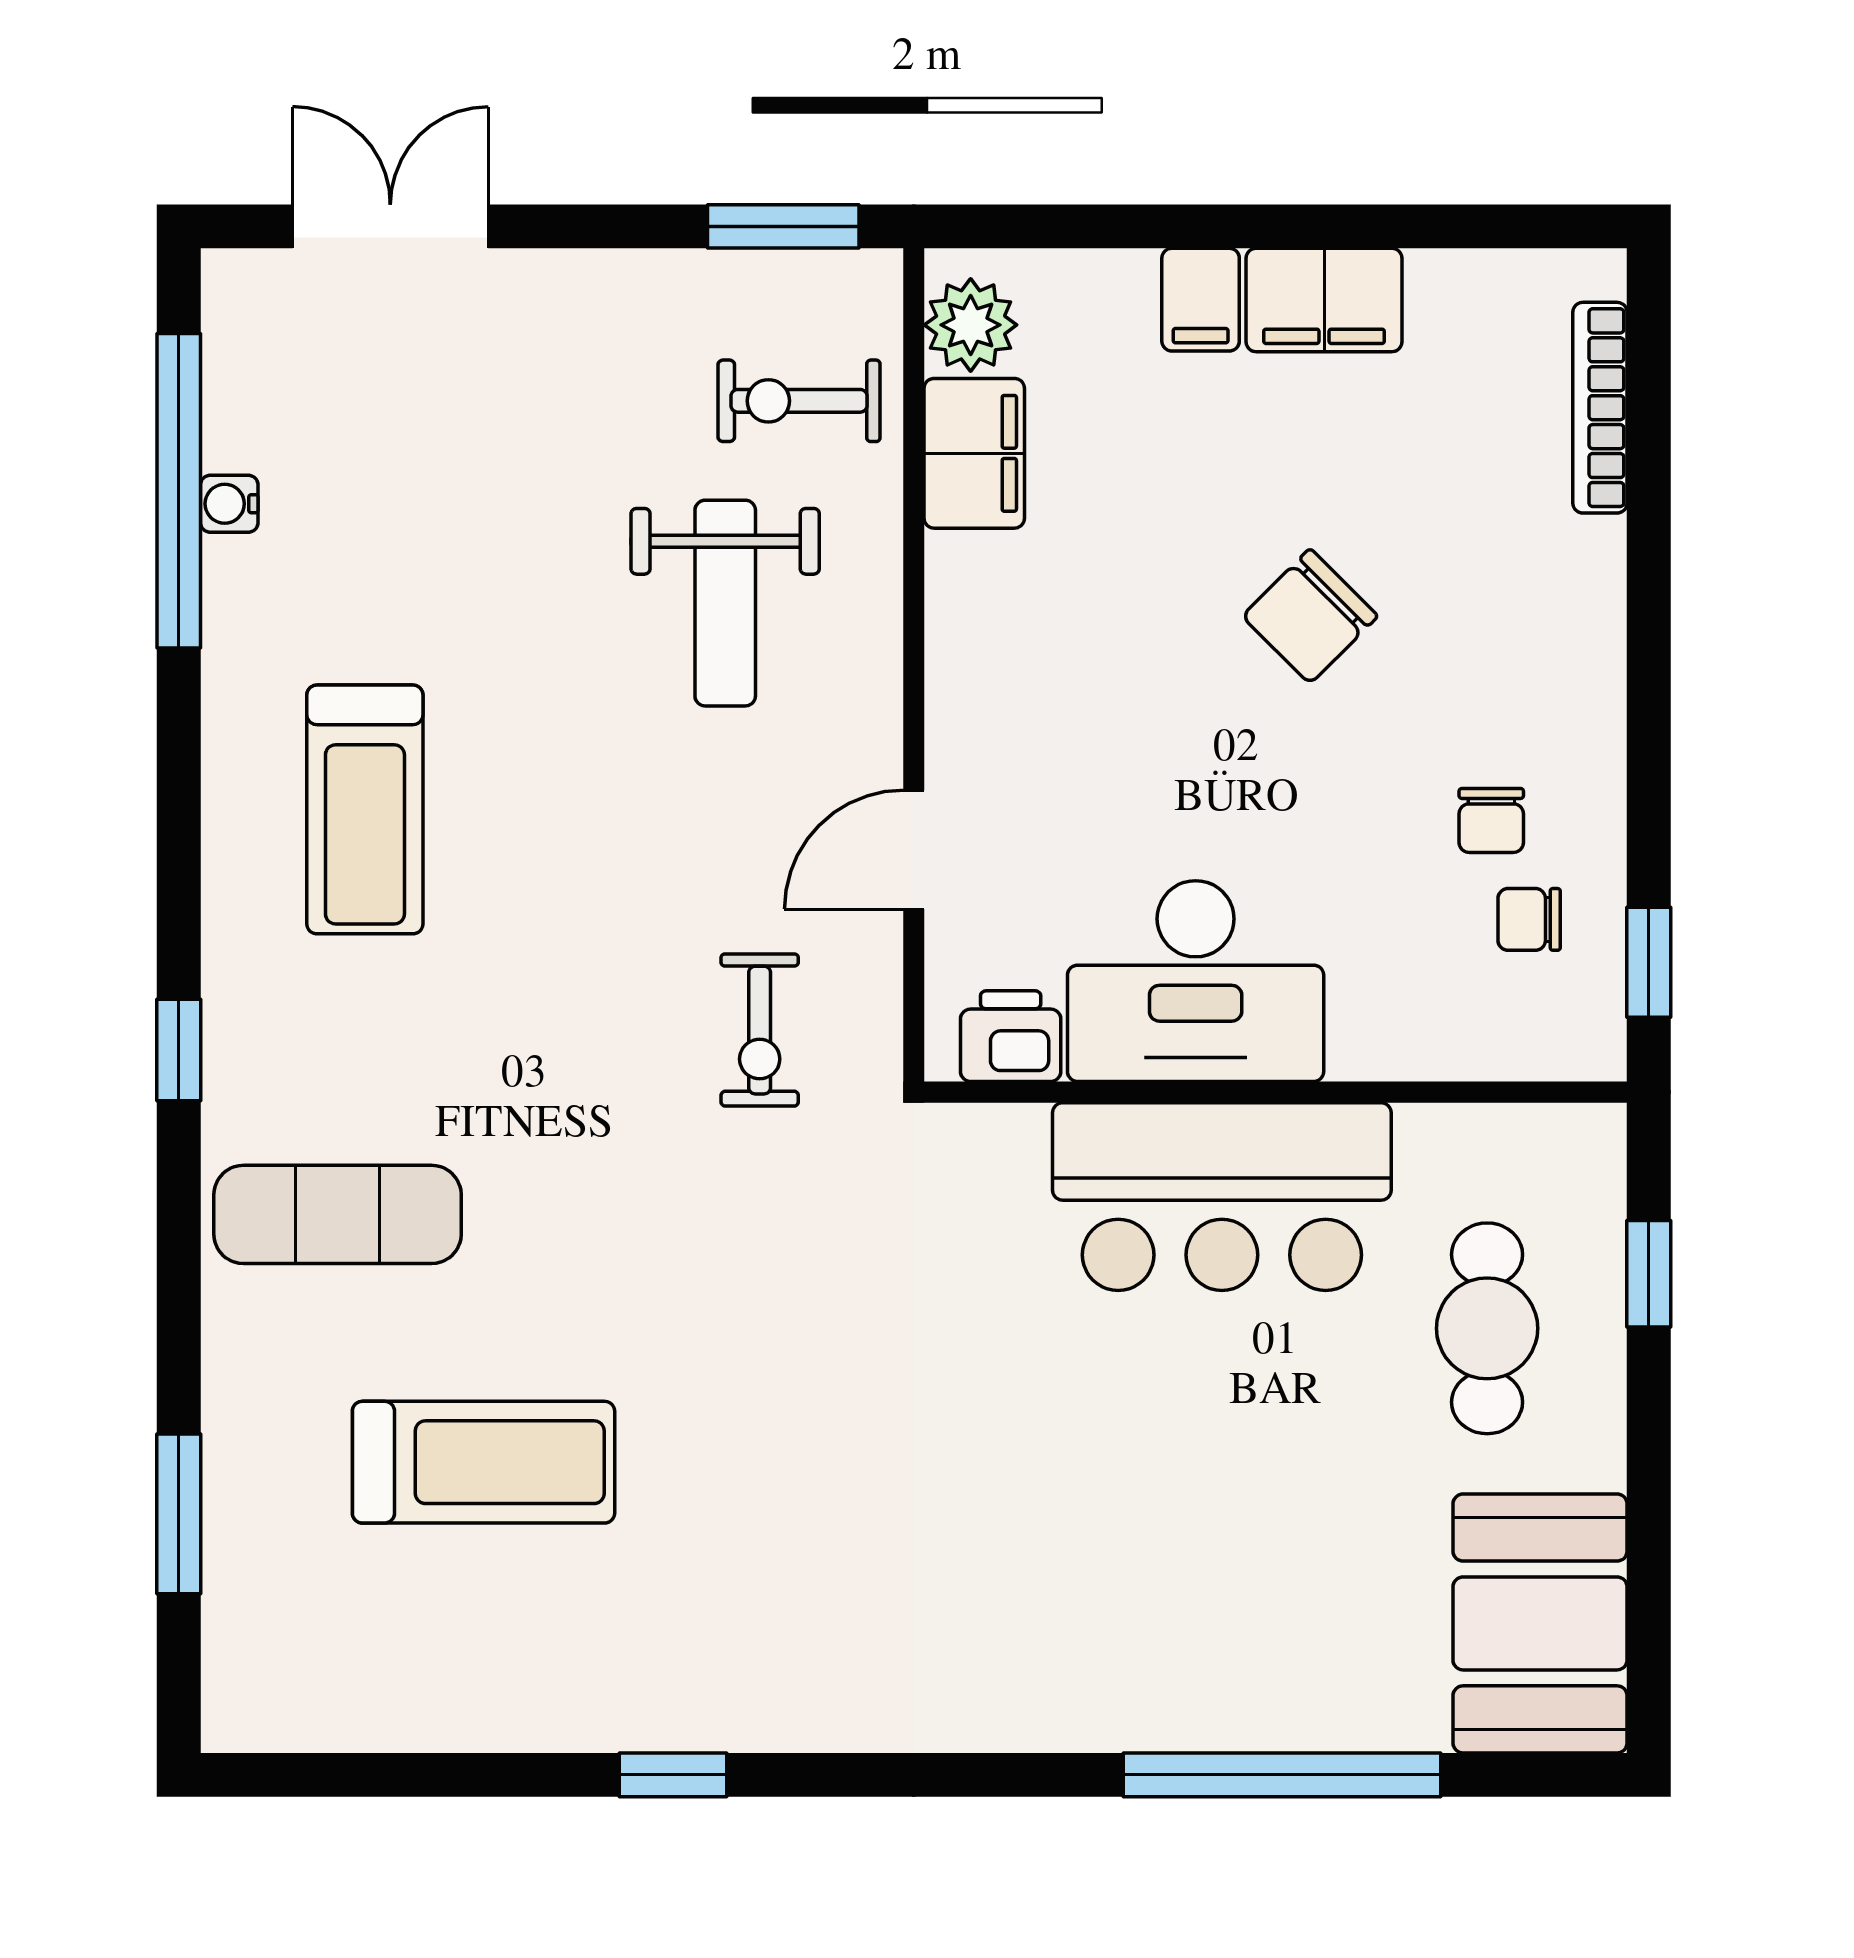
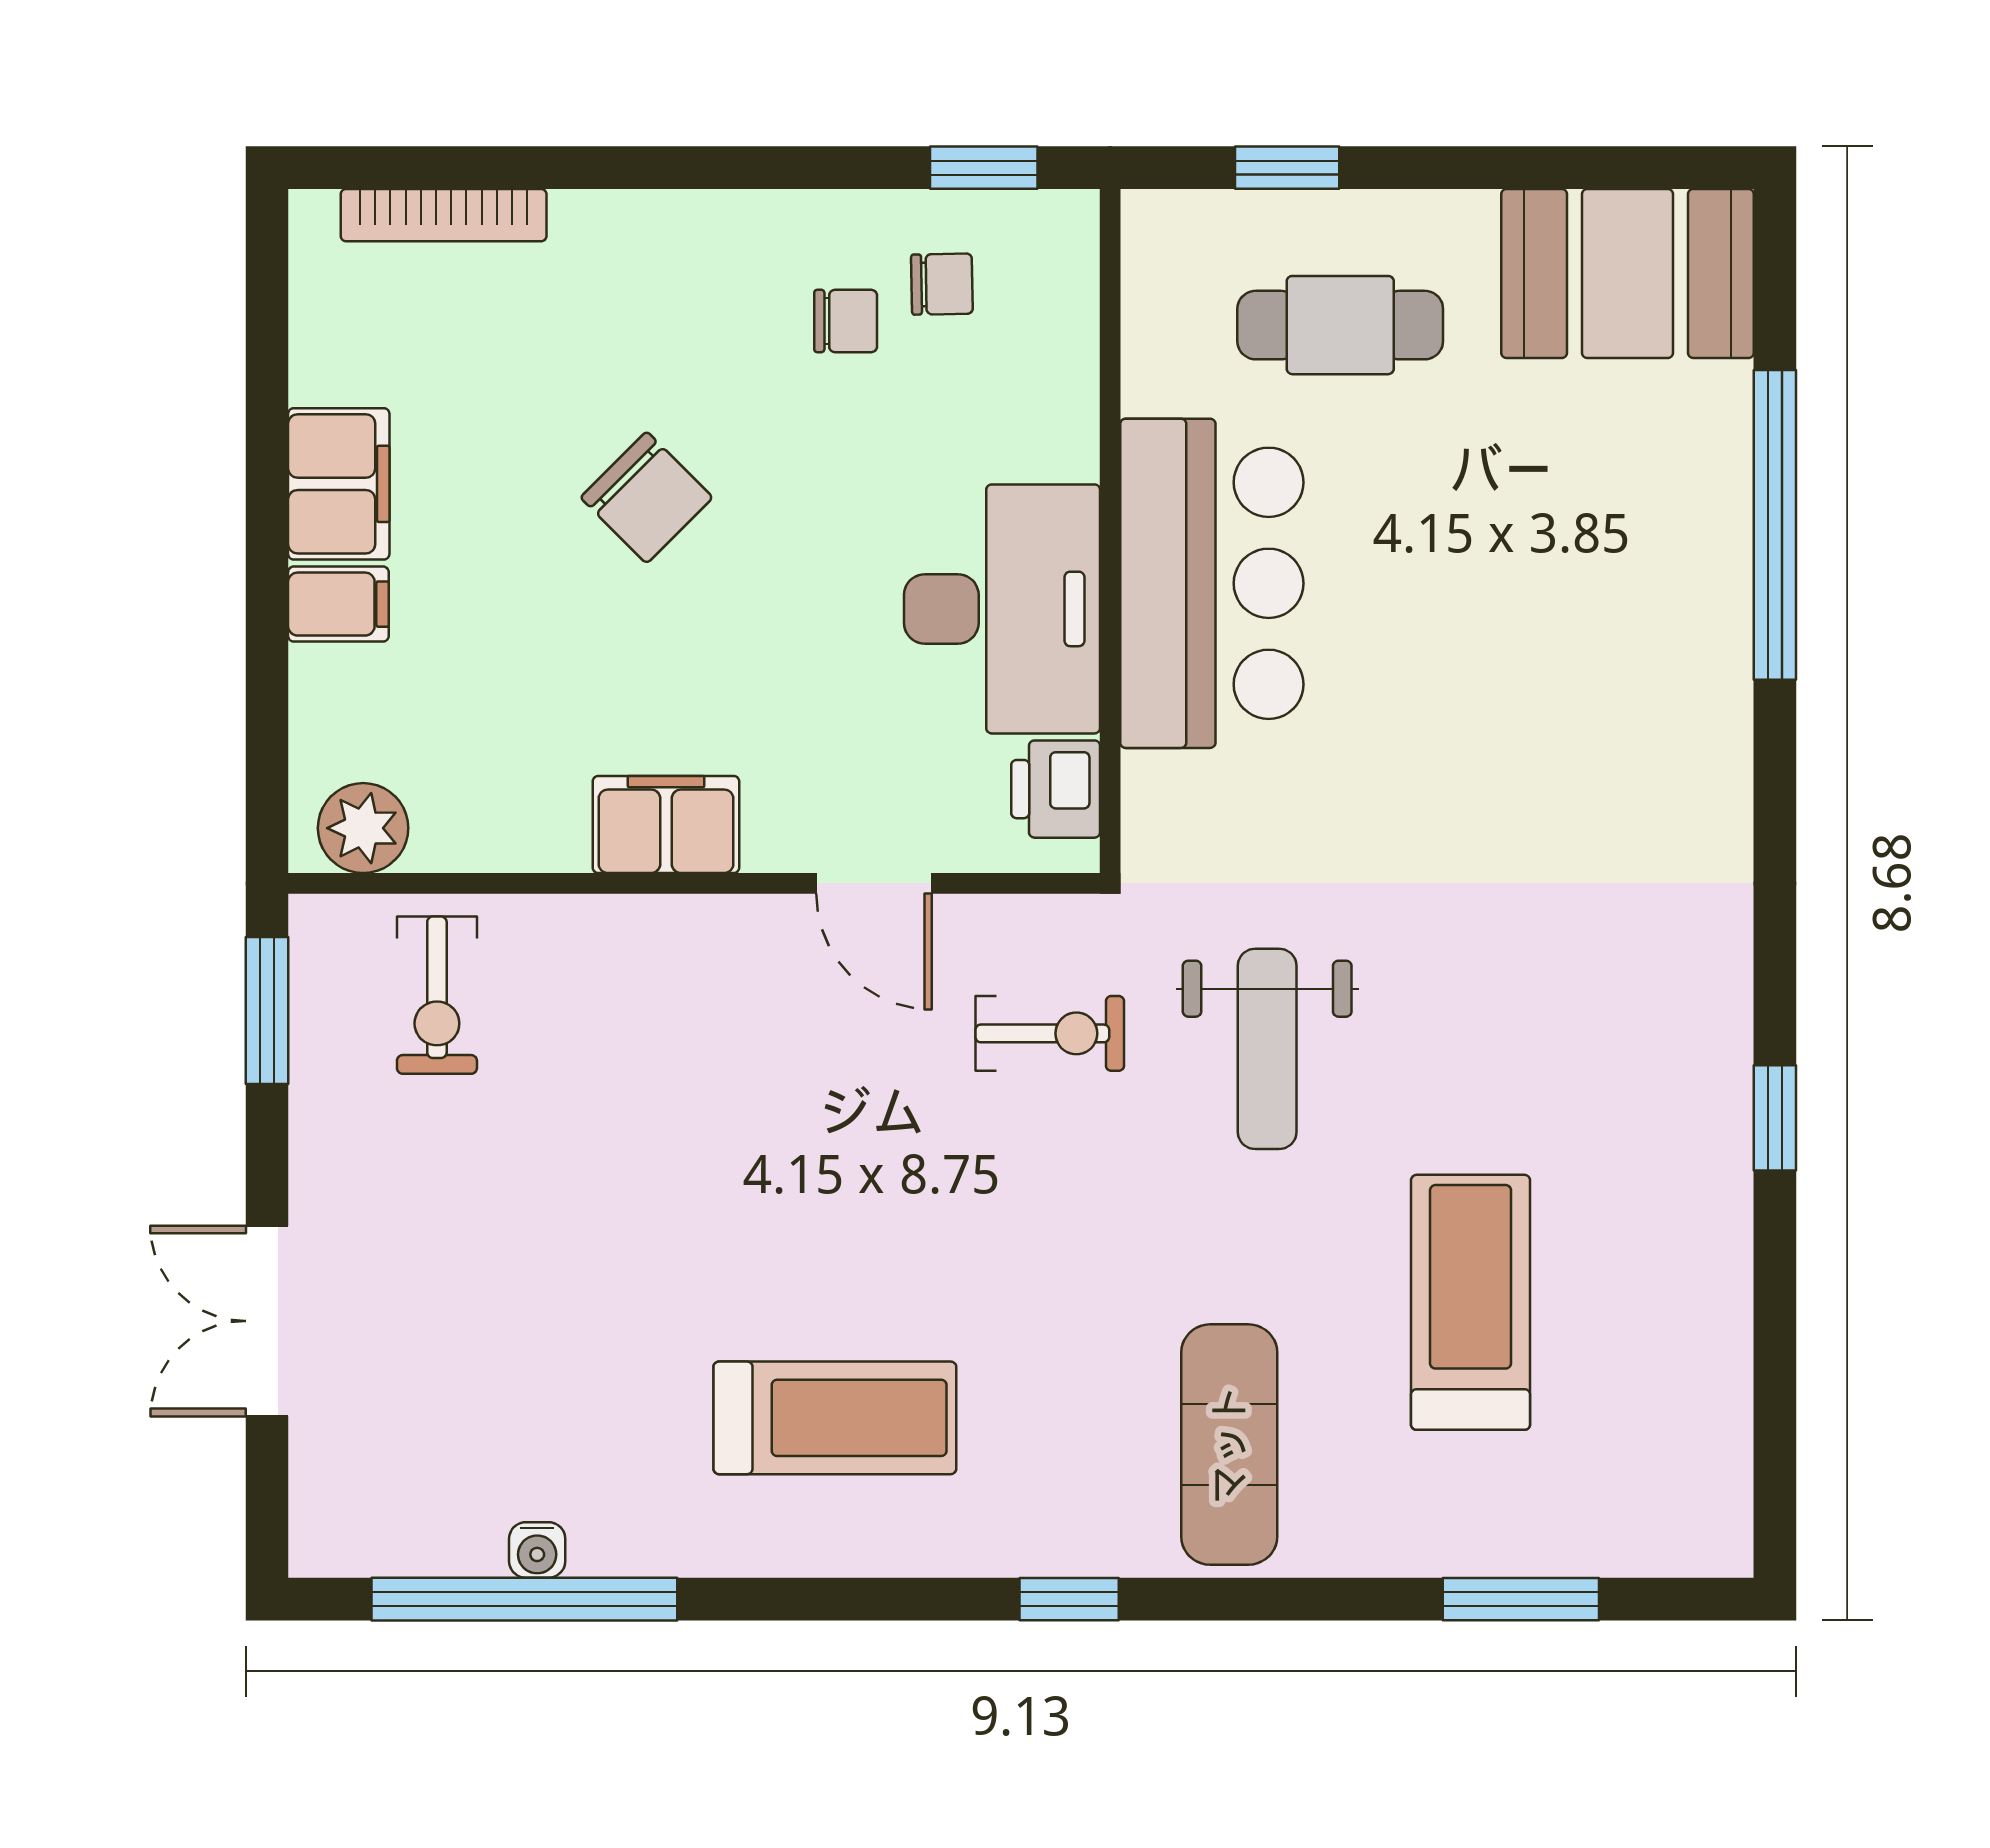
double door: (390, 226) -> (267, 1321), moved
filing cabinet: (974, 453) -> (666, 824), moved
weight bench: (725, 603) -> (1267, 1049), moved, turned 90
chair: (1529, 919) -> (942, 284), turned -91

